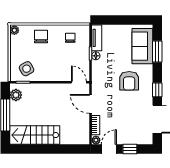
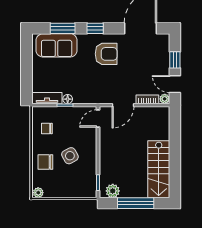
side table: (27, 69) -> (70, 156), moved
armchair: (129, 81) -> (106, 54), moved
window: (157, 90) -> (95, 28), moved

